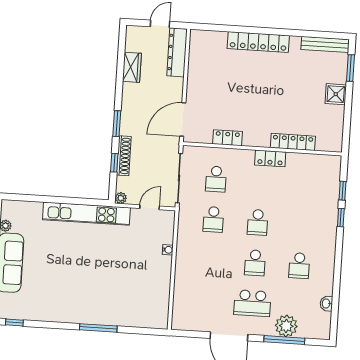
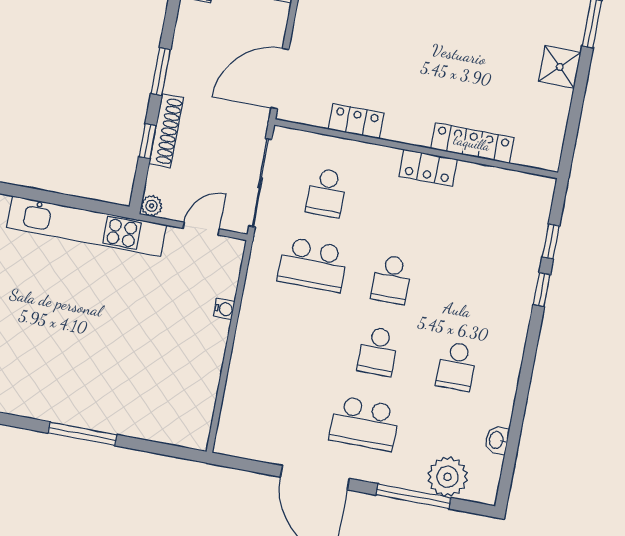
school desk: (213, 219) -> (313, 265), width x1.85
plant: (286, 326) -> (448, 477), moved

